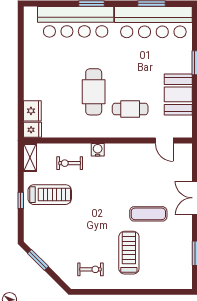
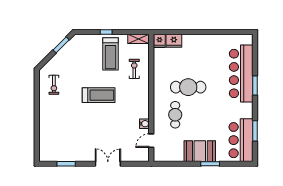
bar counter: (153, 22) -> (241, 140), width x0.73
booth: (178, 94) -> (200, 151), moved
water cooler: (98, 150) -> (144, 124), moved
exercise mat: (148, 214) -> (96, 129), removed
treadmill: (129, 253) -> (99, 95), moved

